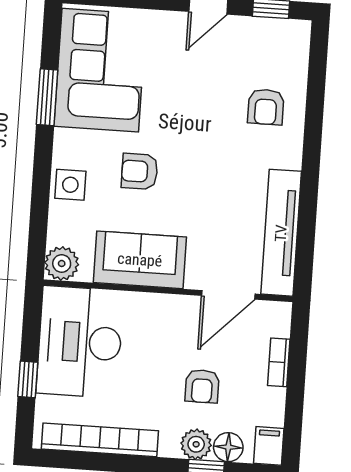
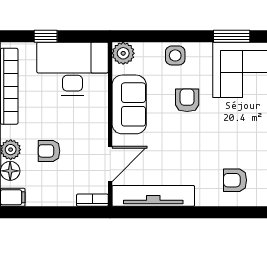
door: (228, 295) -> (110, 164), swing flipped
bookcase: (279, 362) -> (92, 200), moved

